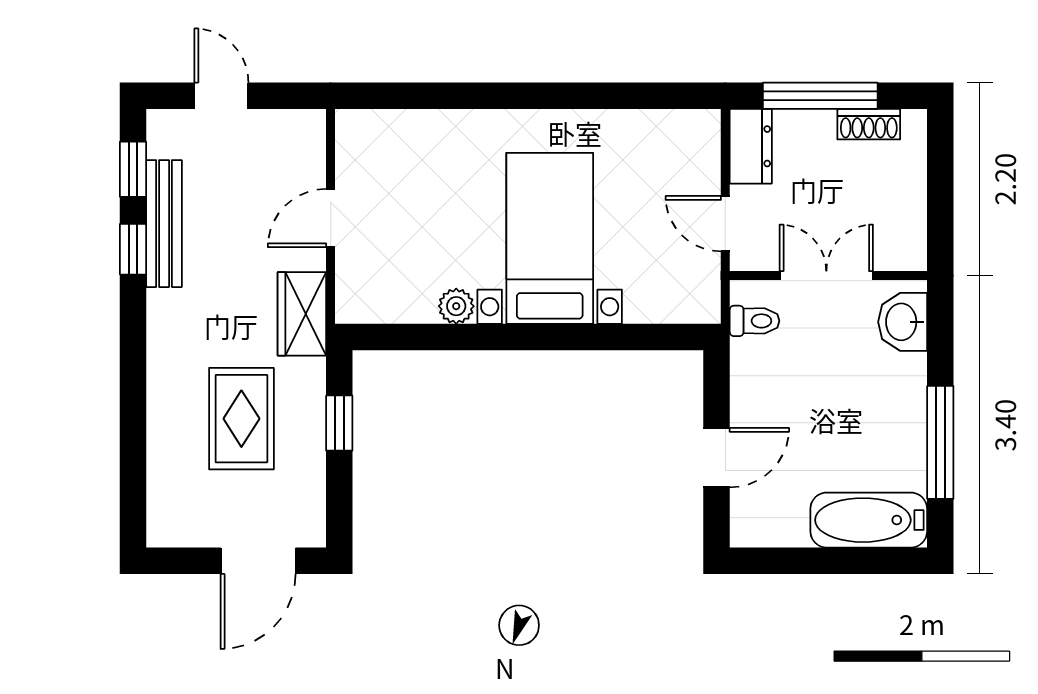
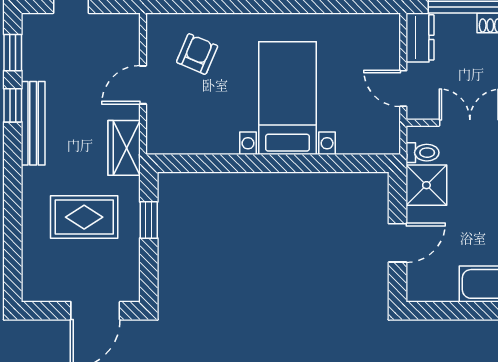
armchair: (413, 171) -> (197, 54), added
bench: (164, 224) -> (33, 123), moved
plant: (456, 306) -> (226, 143), removed
shower: (760, 370) -> (426, 185), added
rug: (241, 419) -> (84, 217), turned 90

